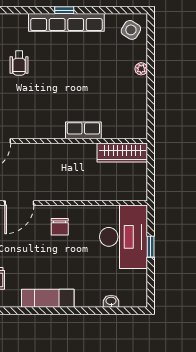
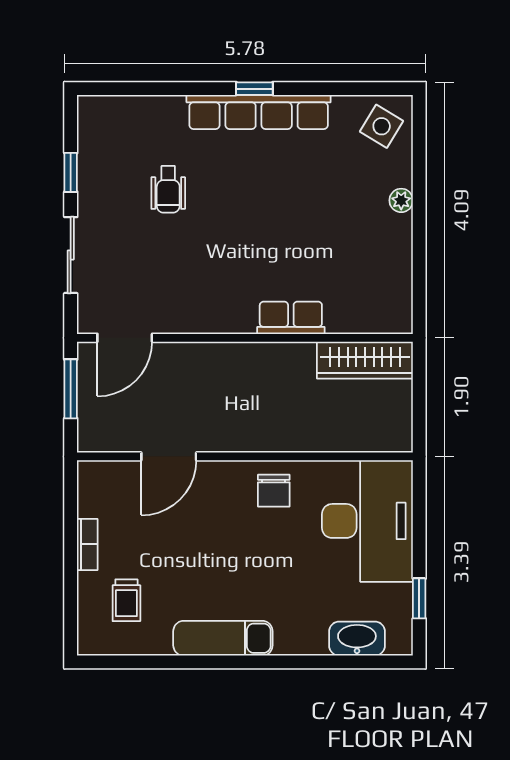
chair: (60, 227) -> (274, 491), moved
window: (151, 247) -> (419, 598), moved
washbasin: (111, 301) -> (357, 639), width x1.91, depth x1.45

